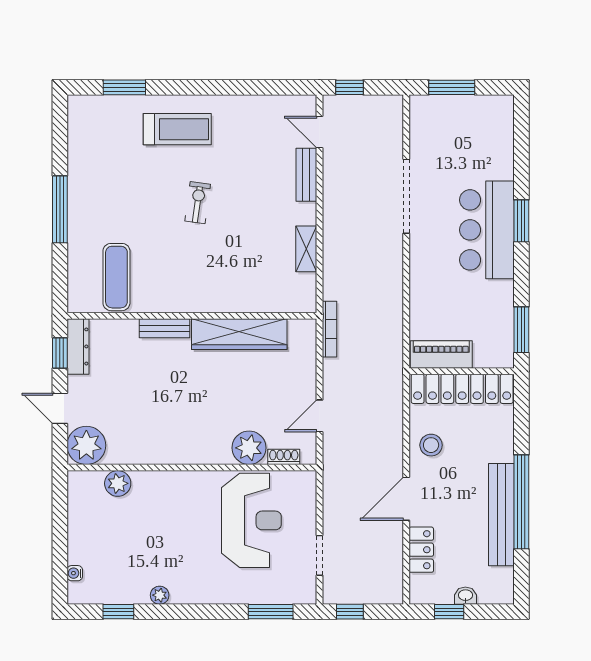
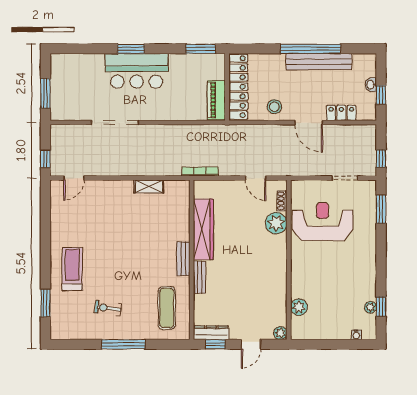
bench: (306, 175) -> (183, 259), moved, turned 90
exercise bike: (198, 203) -> (108, 308), moved
exercise mat: (116, 277) -> (167, 308), turned 90
plant: (86, 445) -> (280, 333), width x0.53, depth x0.53
plant: (160, 595) -> (370, 307), moved

